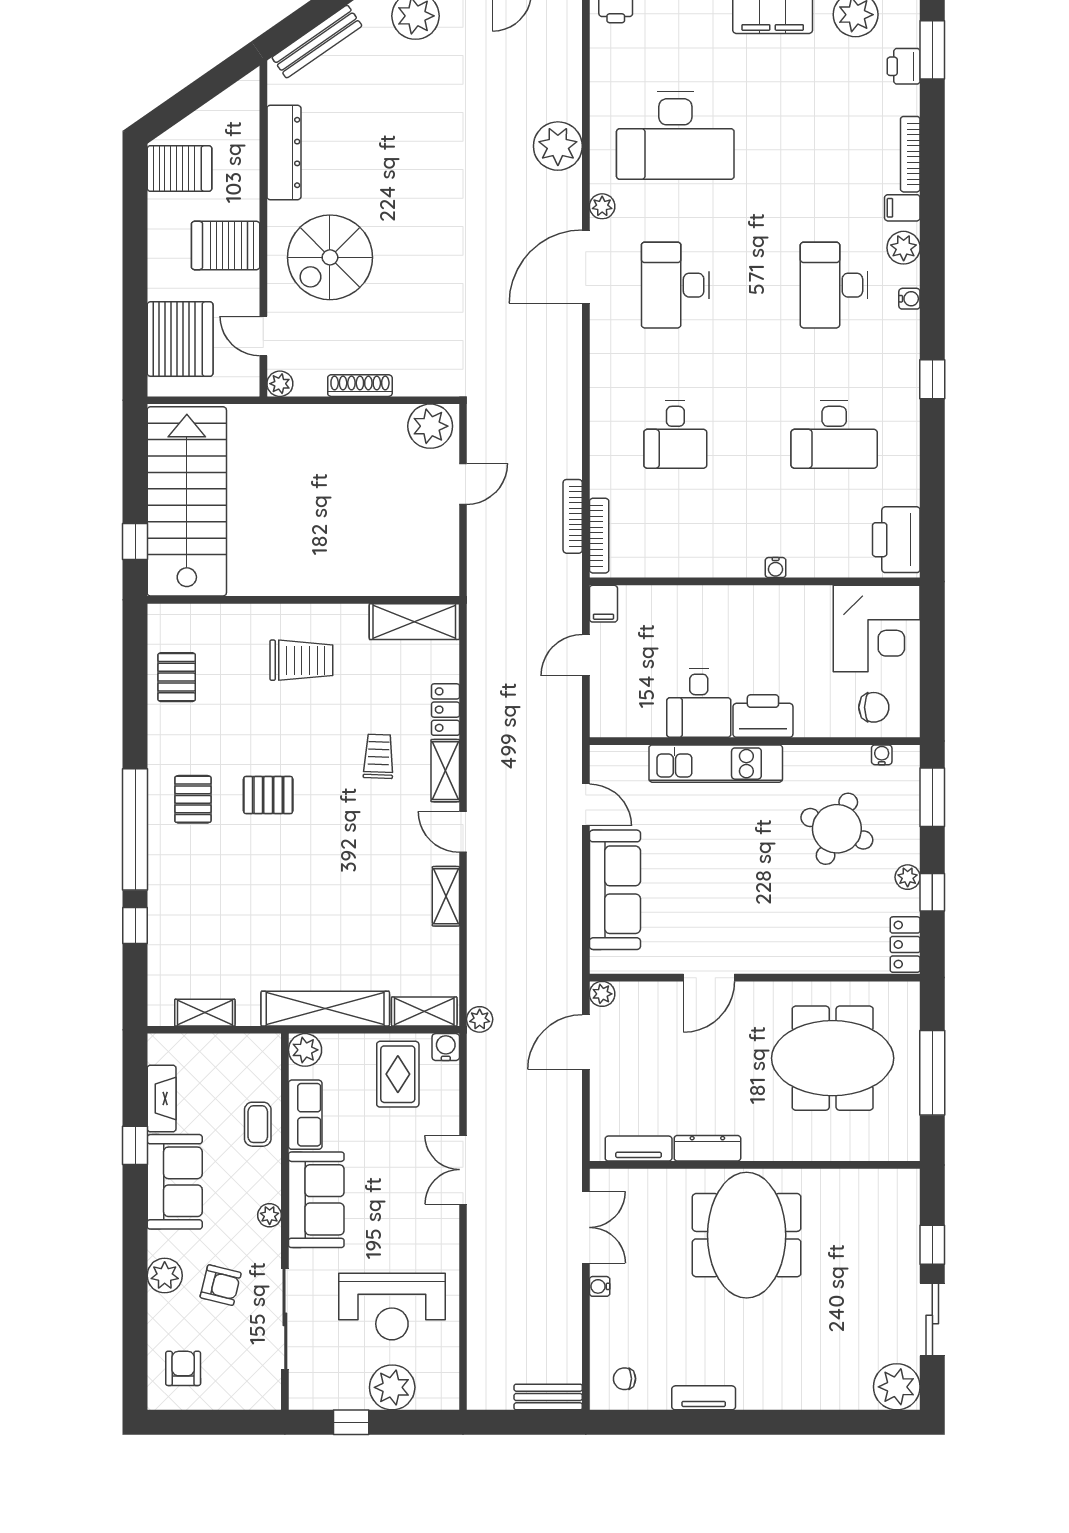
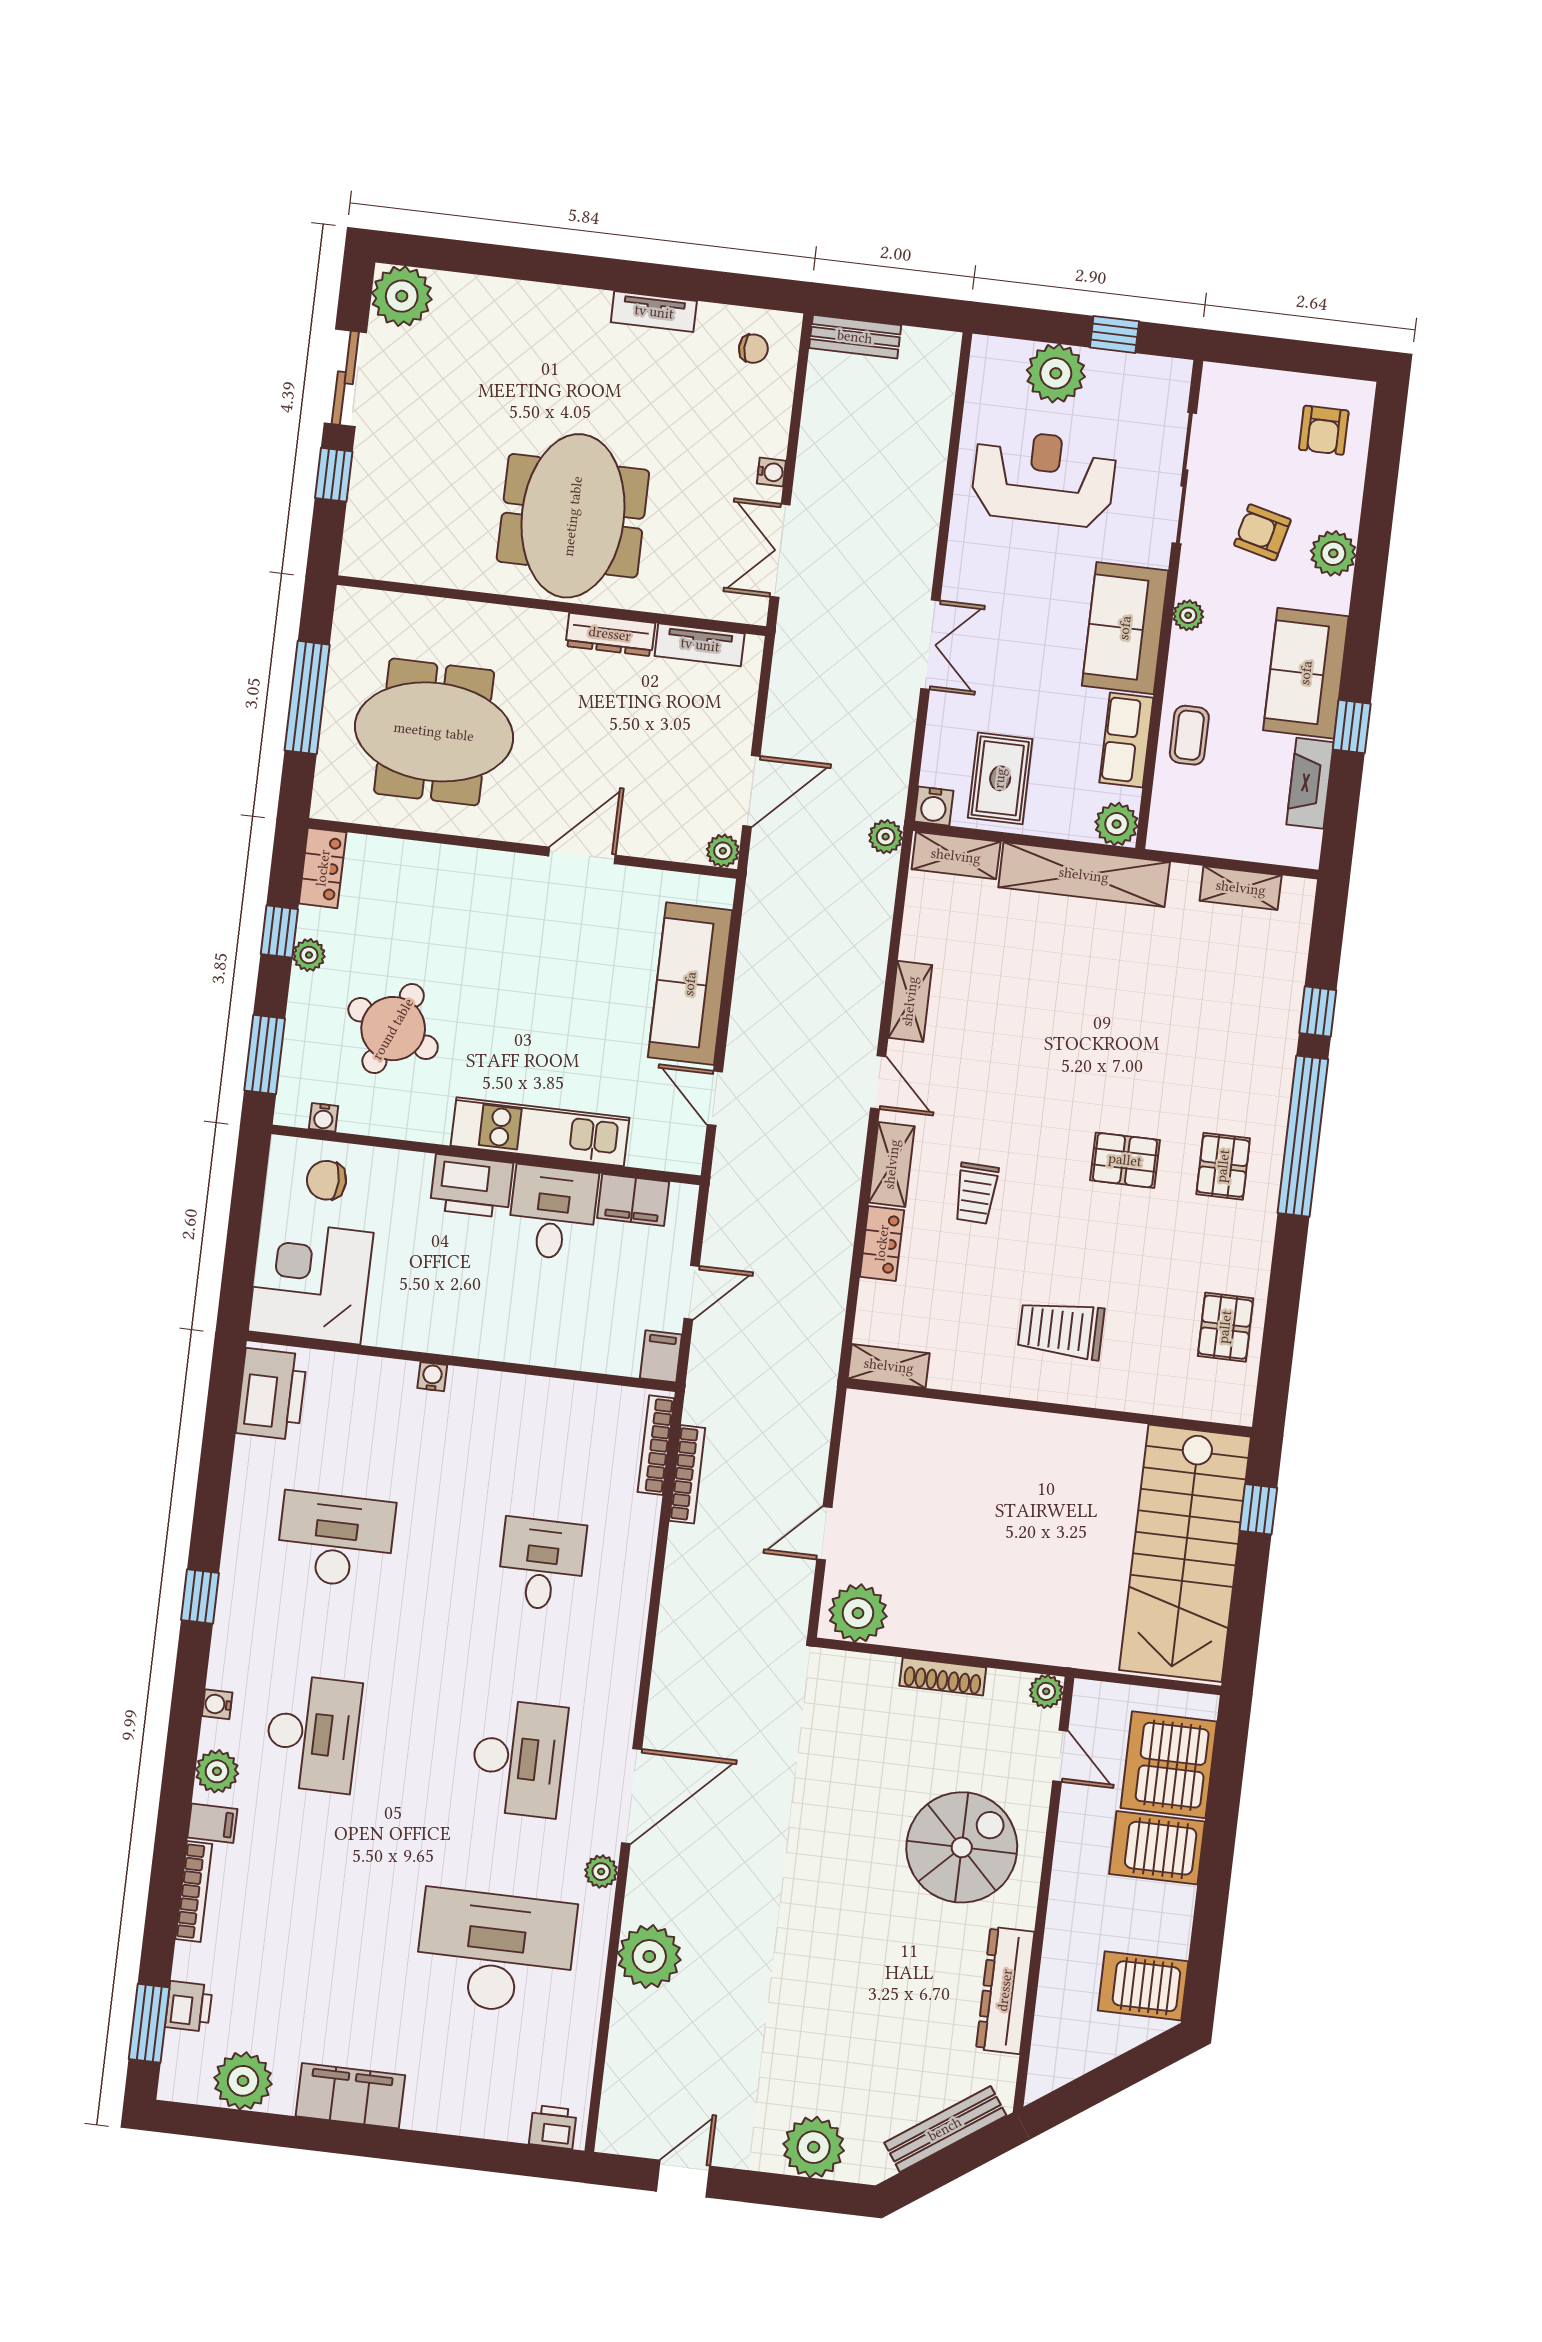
server rack: (226, 245) -> (1157, 1848), moved, turned 180
shelving: (414, 622) -> (889, 1366), width x0.67, depth x0.75
filing cabinet: (639, 720) -> (633, 1200), added

